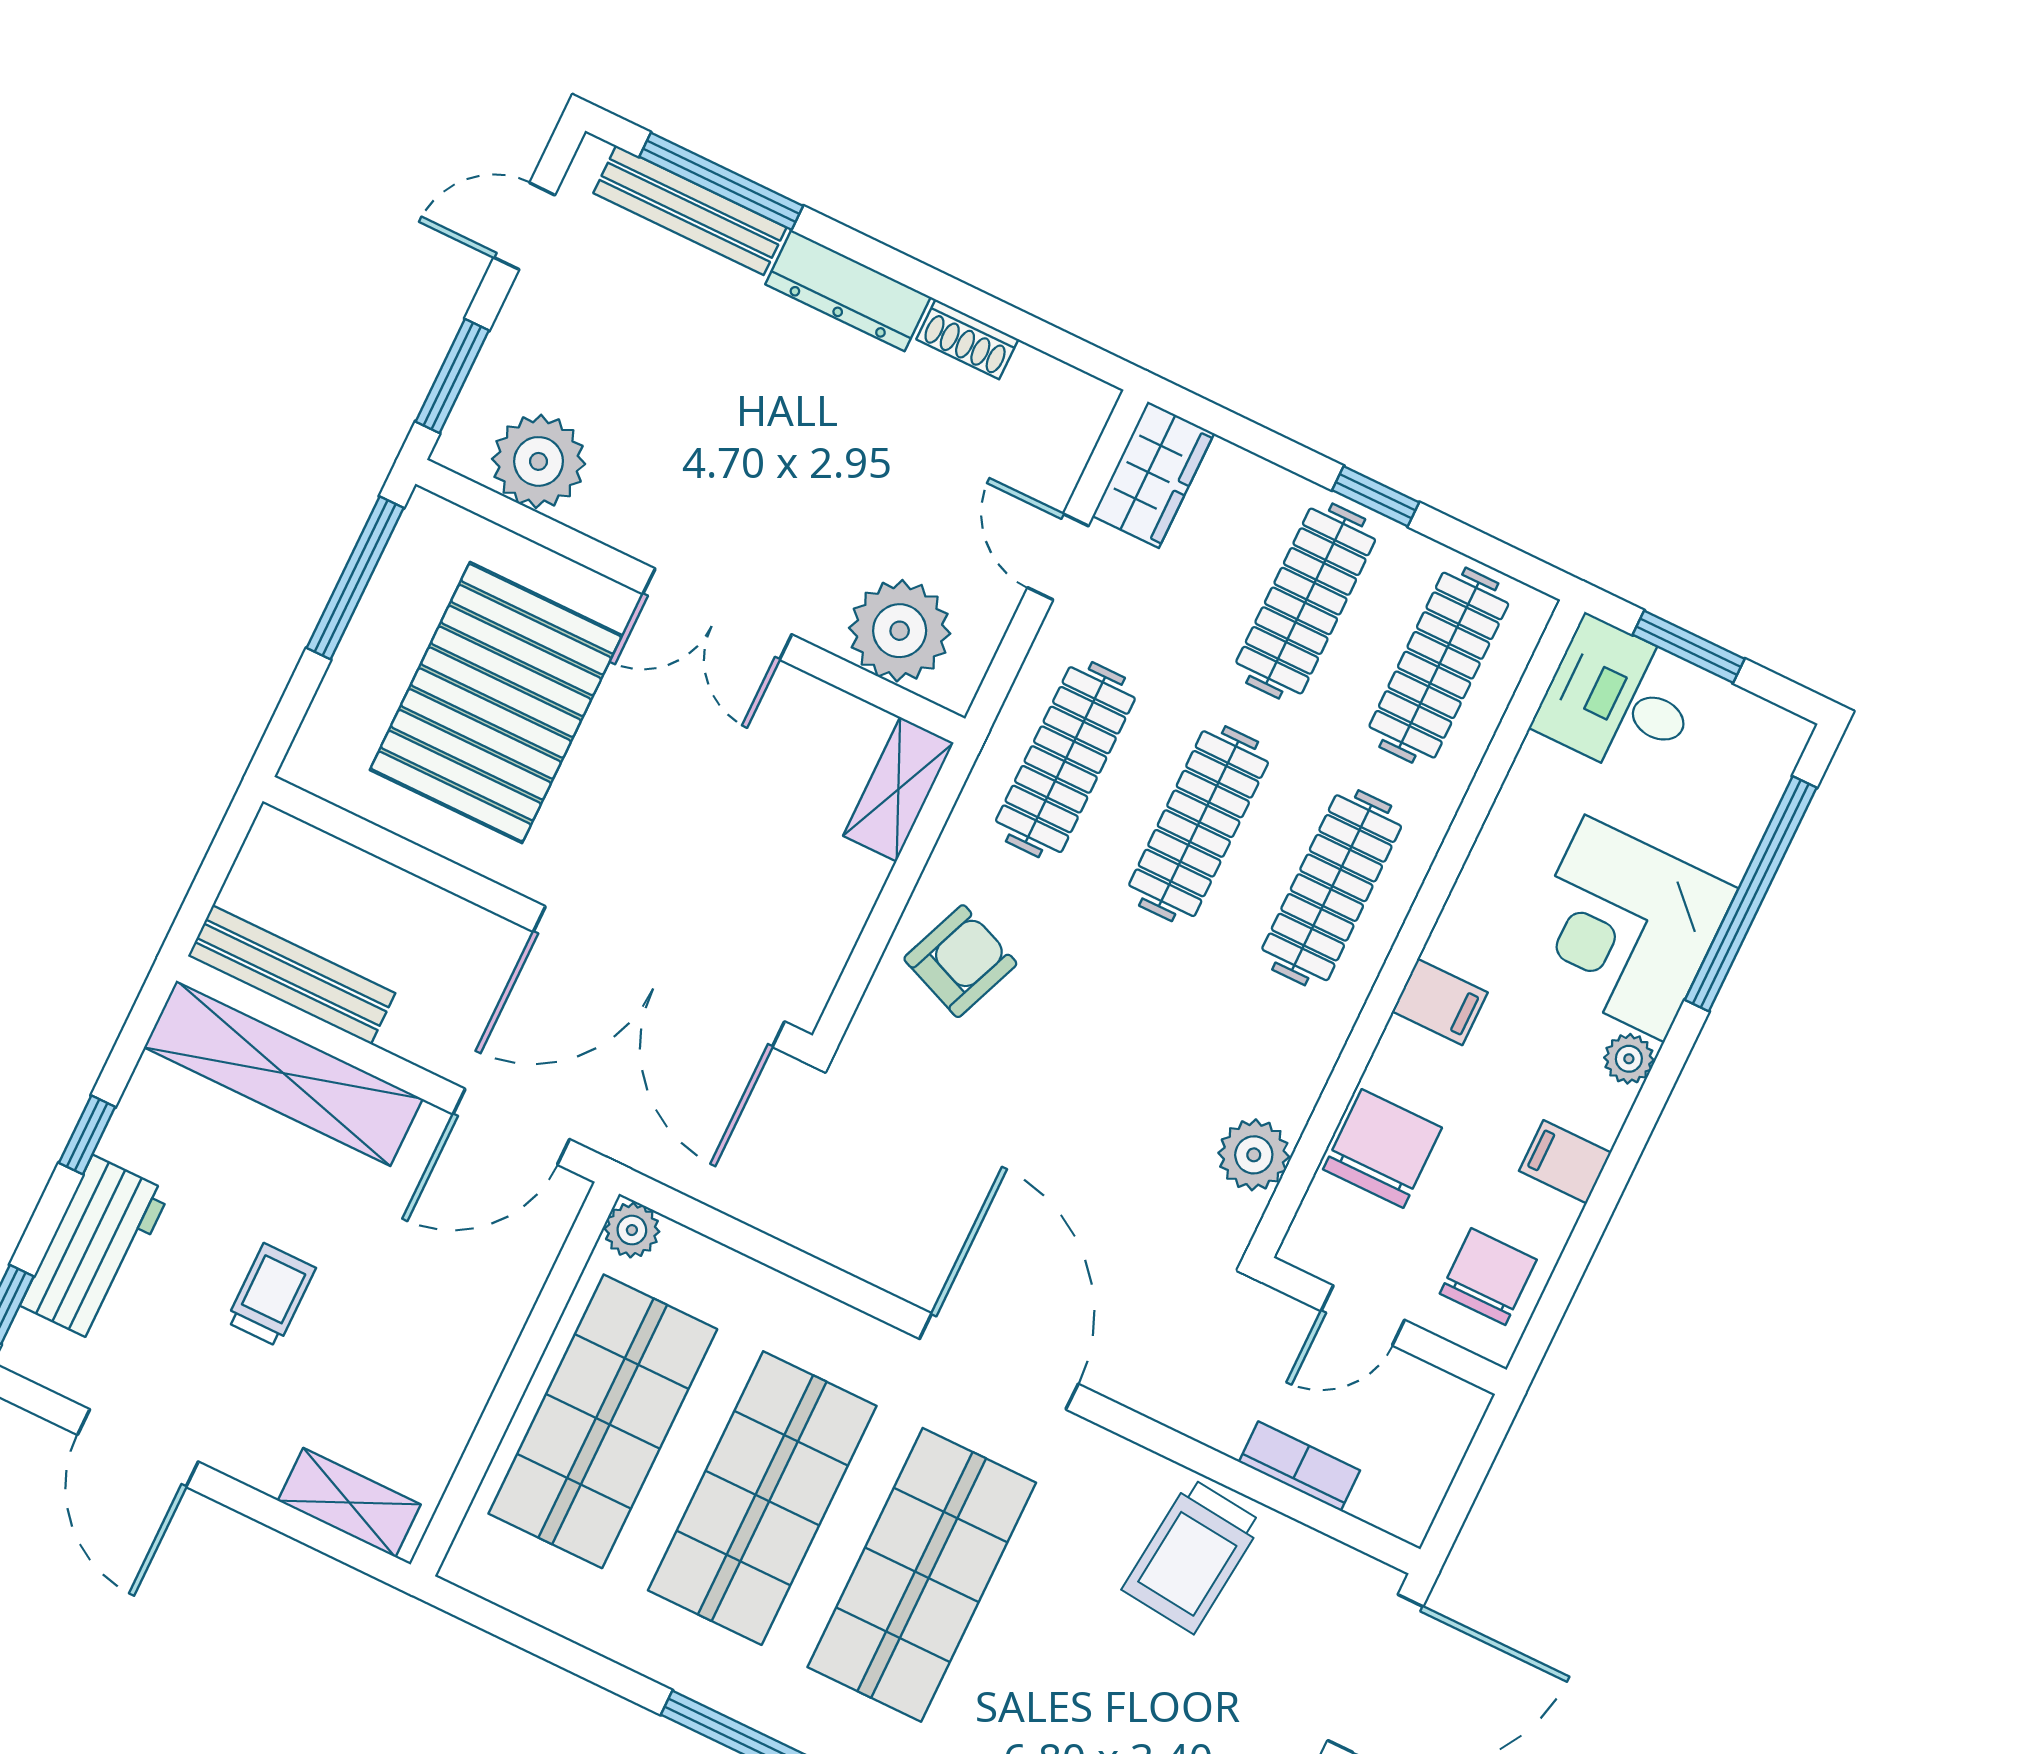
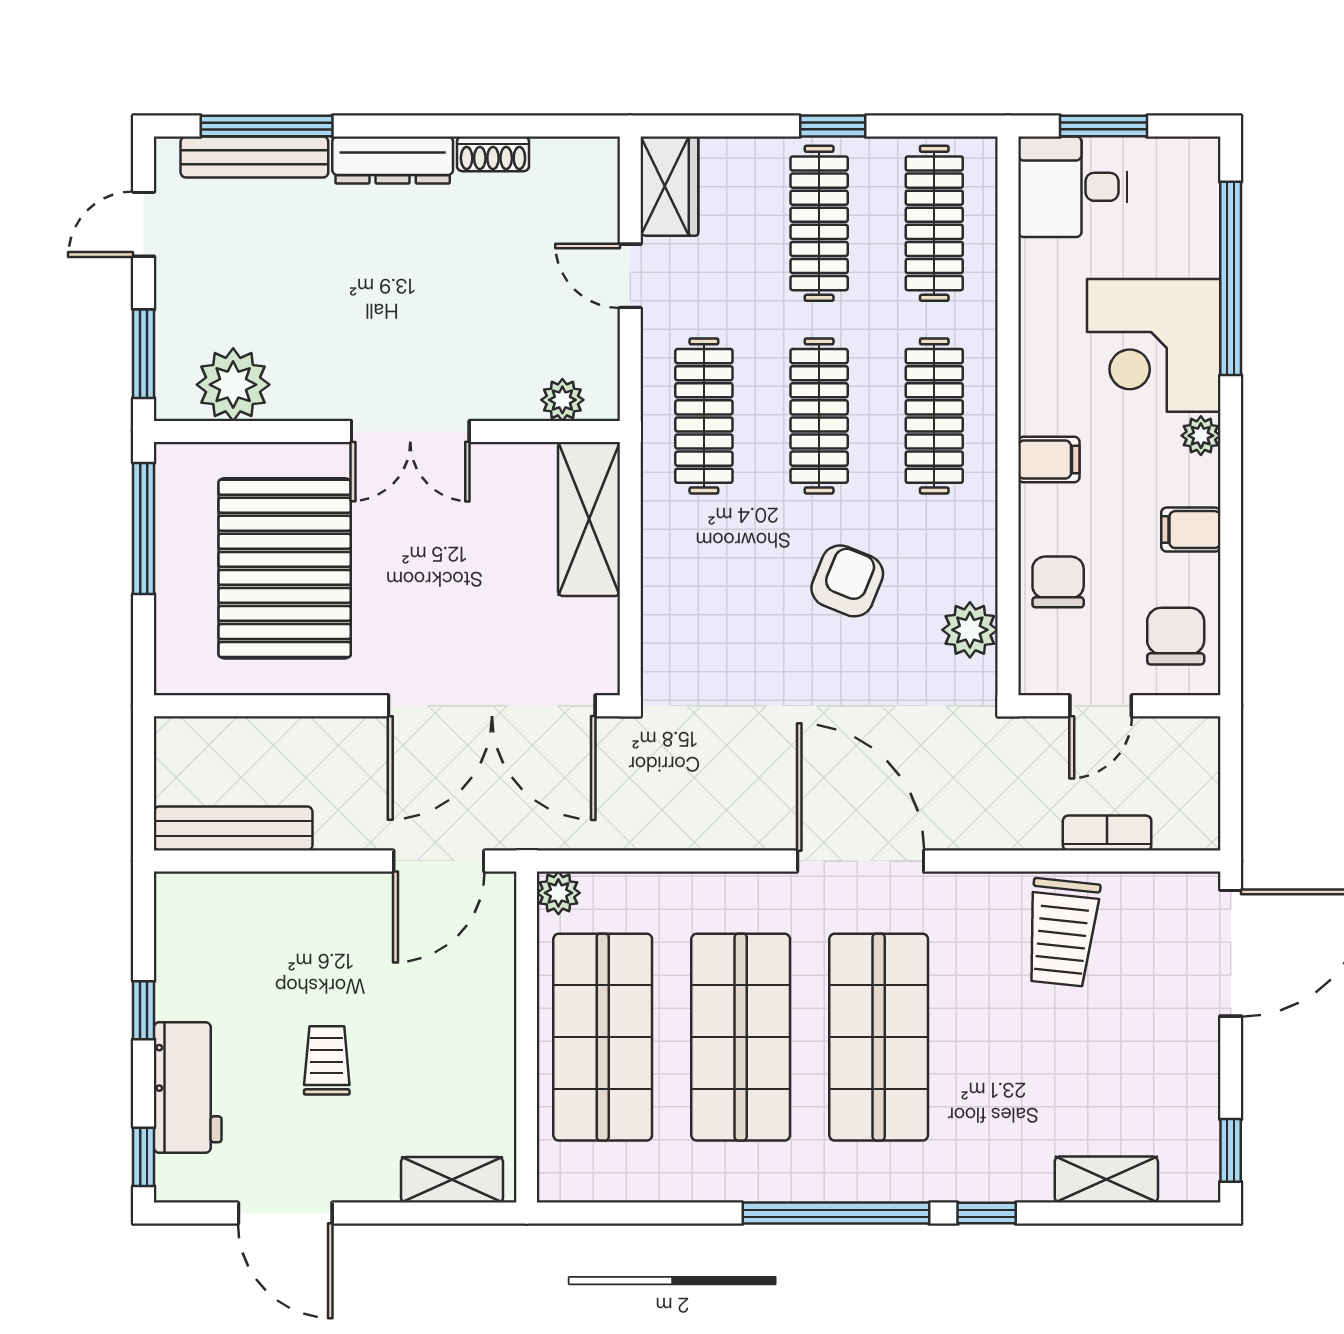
plant: (900, 631) -> (562, 400), width x0.53, depth x0.53
shelving: (898, 789) -> (589, 519), width x1.50, depth x1.33
armchair: (960, 961) -> (847, 581), moved
shelving: (283, 1073) -> (261, 901), removed
chair: (1382, 1148) -> (1058, 582), width x0.73, depth x0.73

